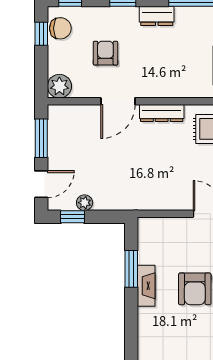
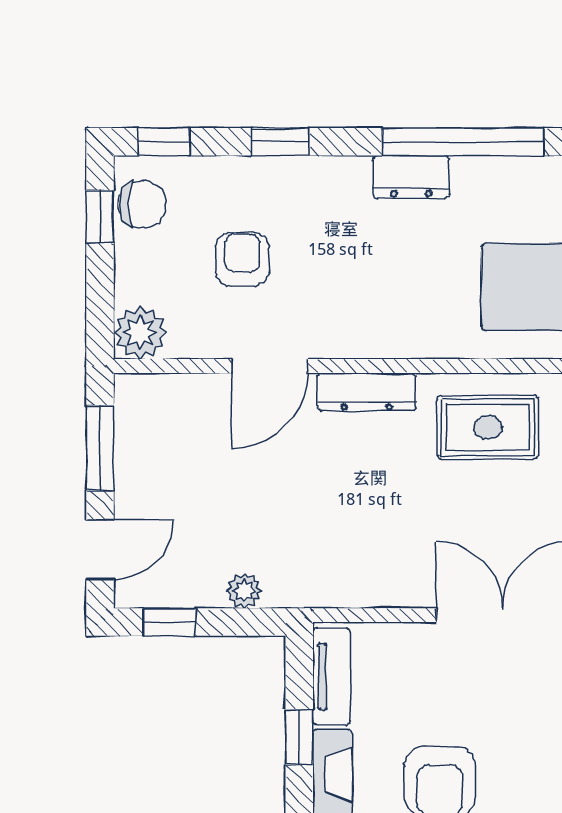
dresser: (157, 16) -> (411, 177), moved
plant: (85, 203) -> (244, 591), moved
tv unit: (146, 241) -> (332, 677), added
window: (131, 269) -> (299, 737), width x0.67

